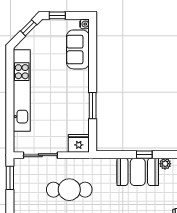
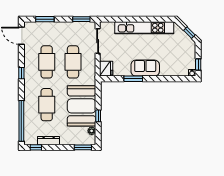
window: (57, 15) -> (198, 64), moved
sofa: (78, 49) -> (145, 68), moved
booth: (138, 172) -> (82, 106), width x1.36, depth x1.42

